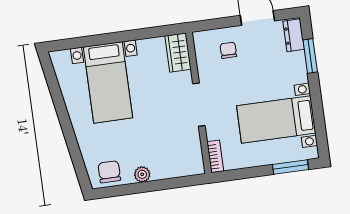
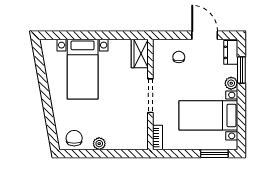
plant: (300, 74) -> (231, 83), added

